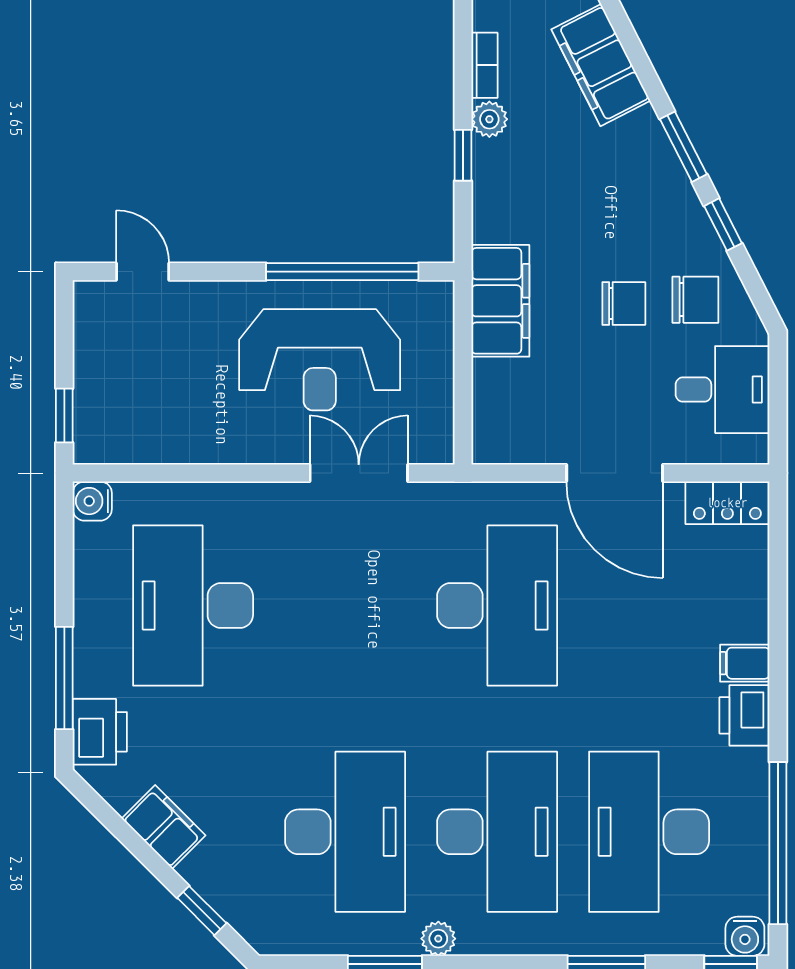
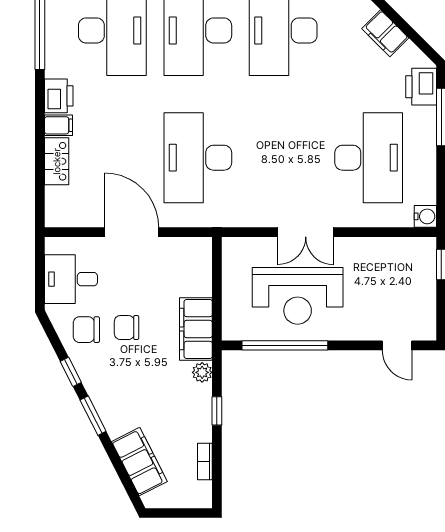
plant: (489, 119) -> (202, 372), moved
reception desk: (320, 360) -> (298, 296), turned 180
double door: (359, 473) -> (306, 232), moved
locker: (727, 503) -> (57, 161), moved, turned 90

